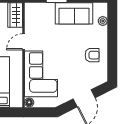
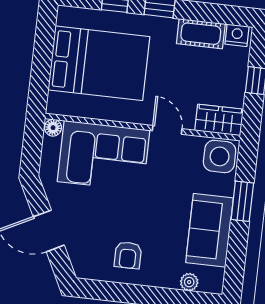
side table: (34, 13) -> (220, 156), added

